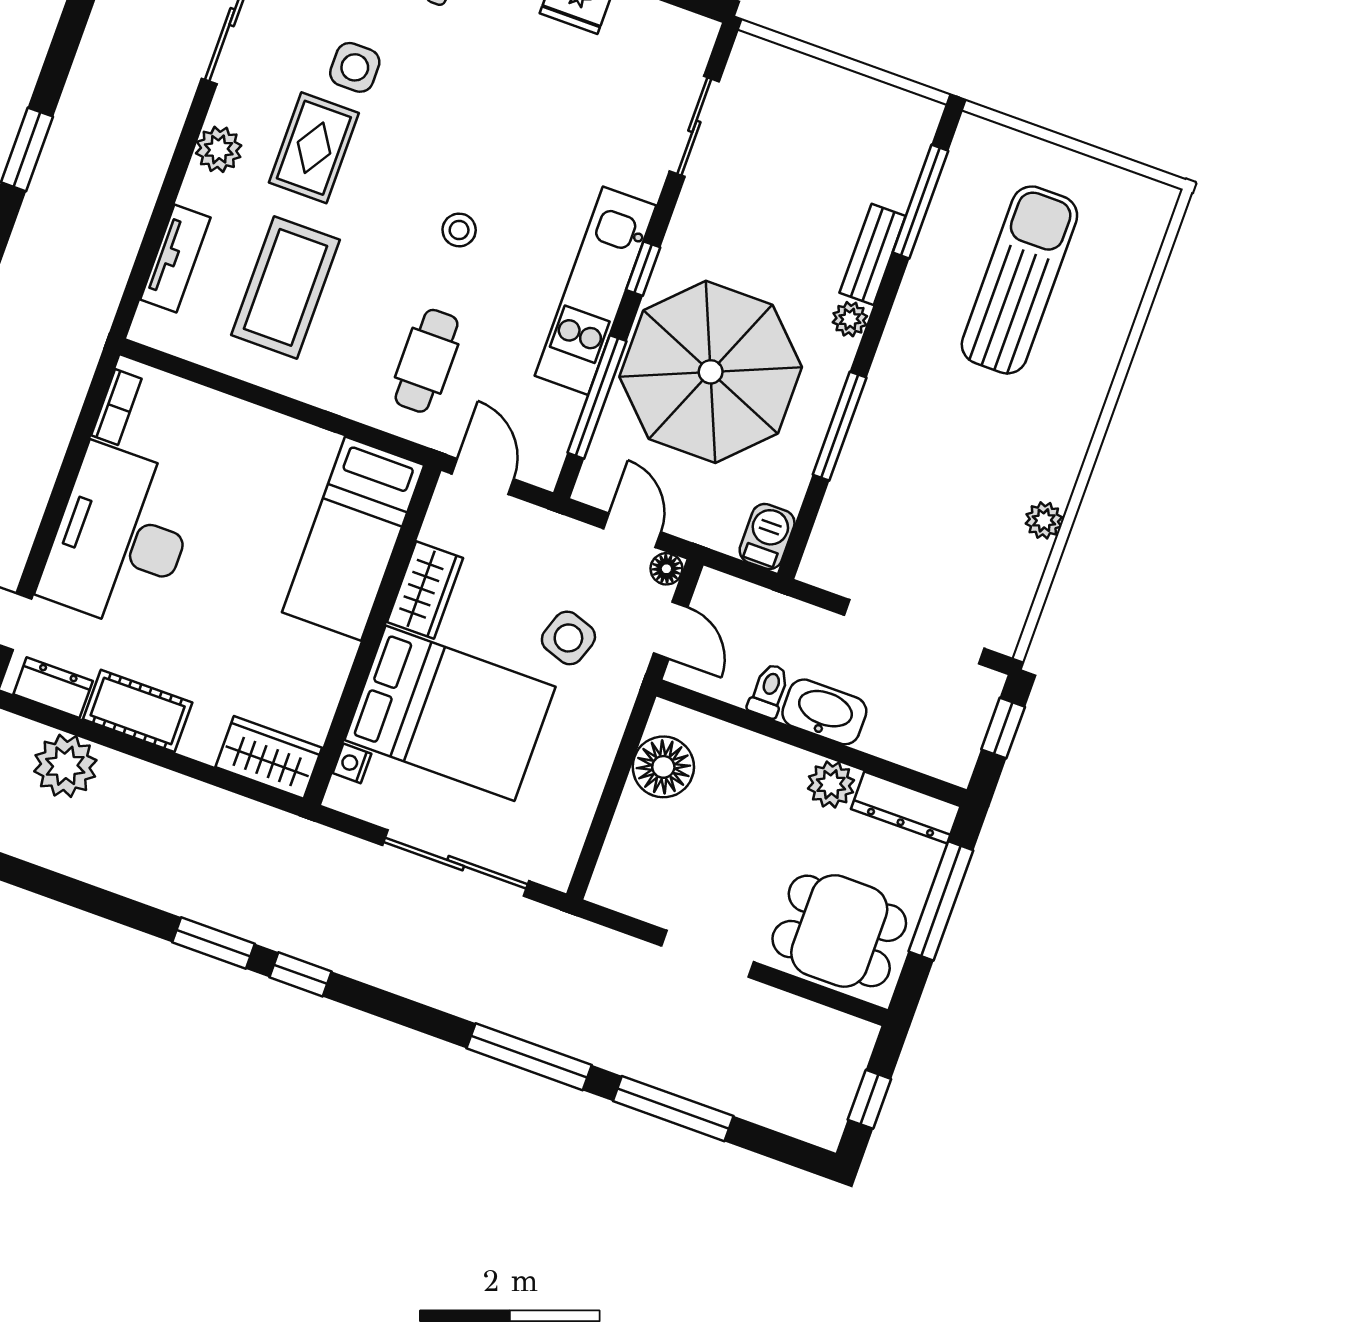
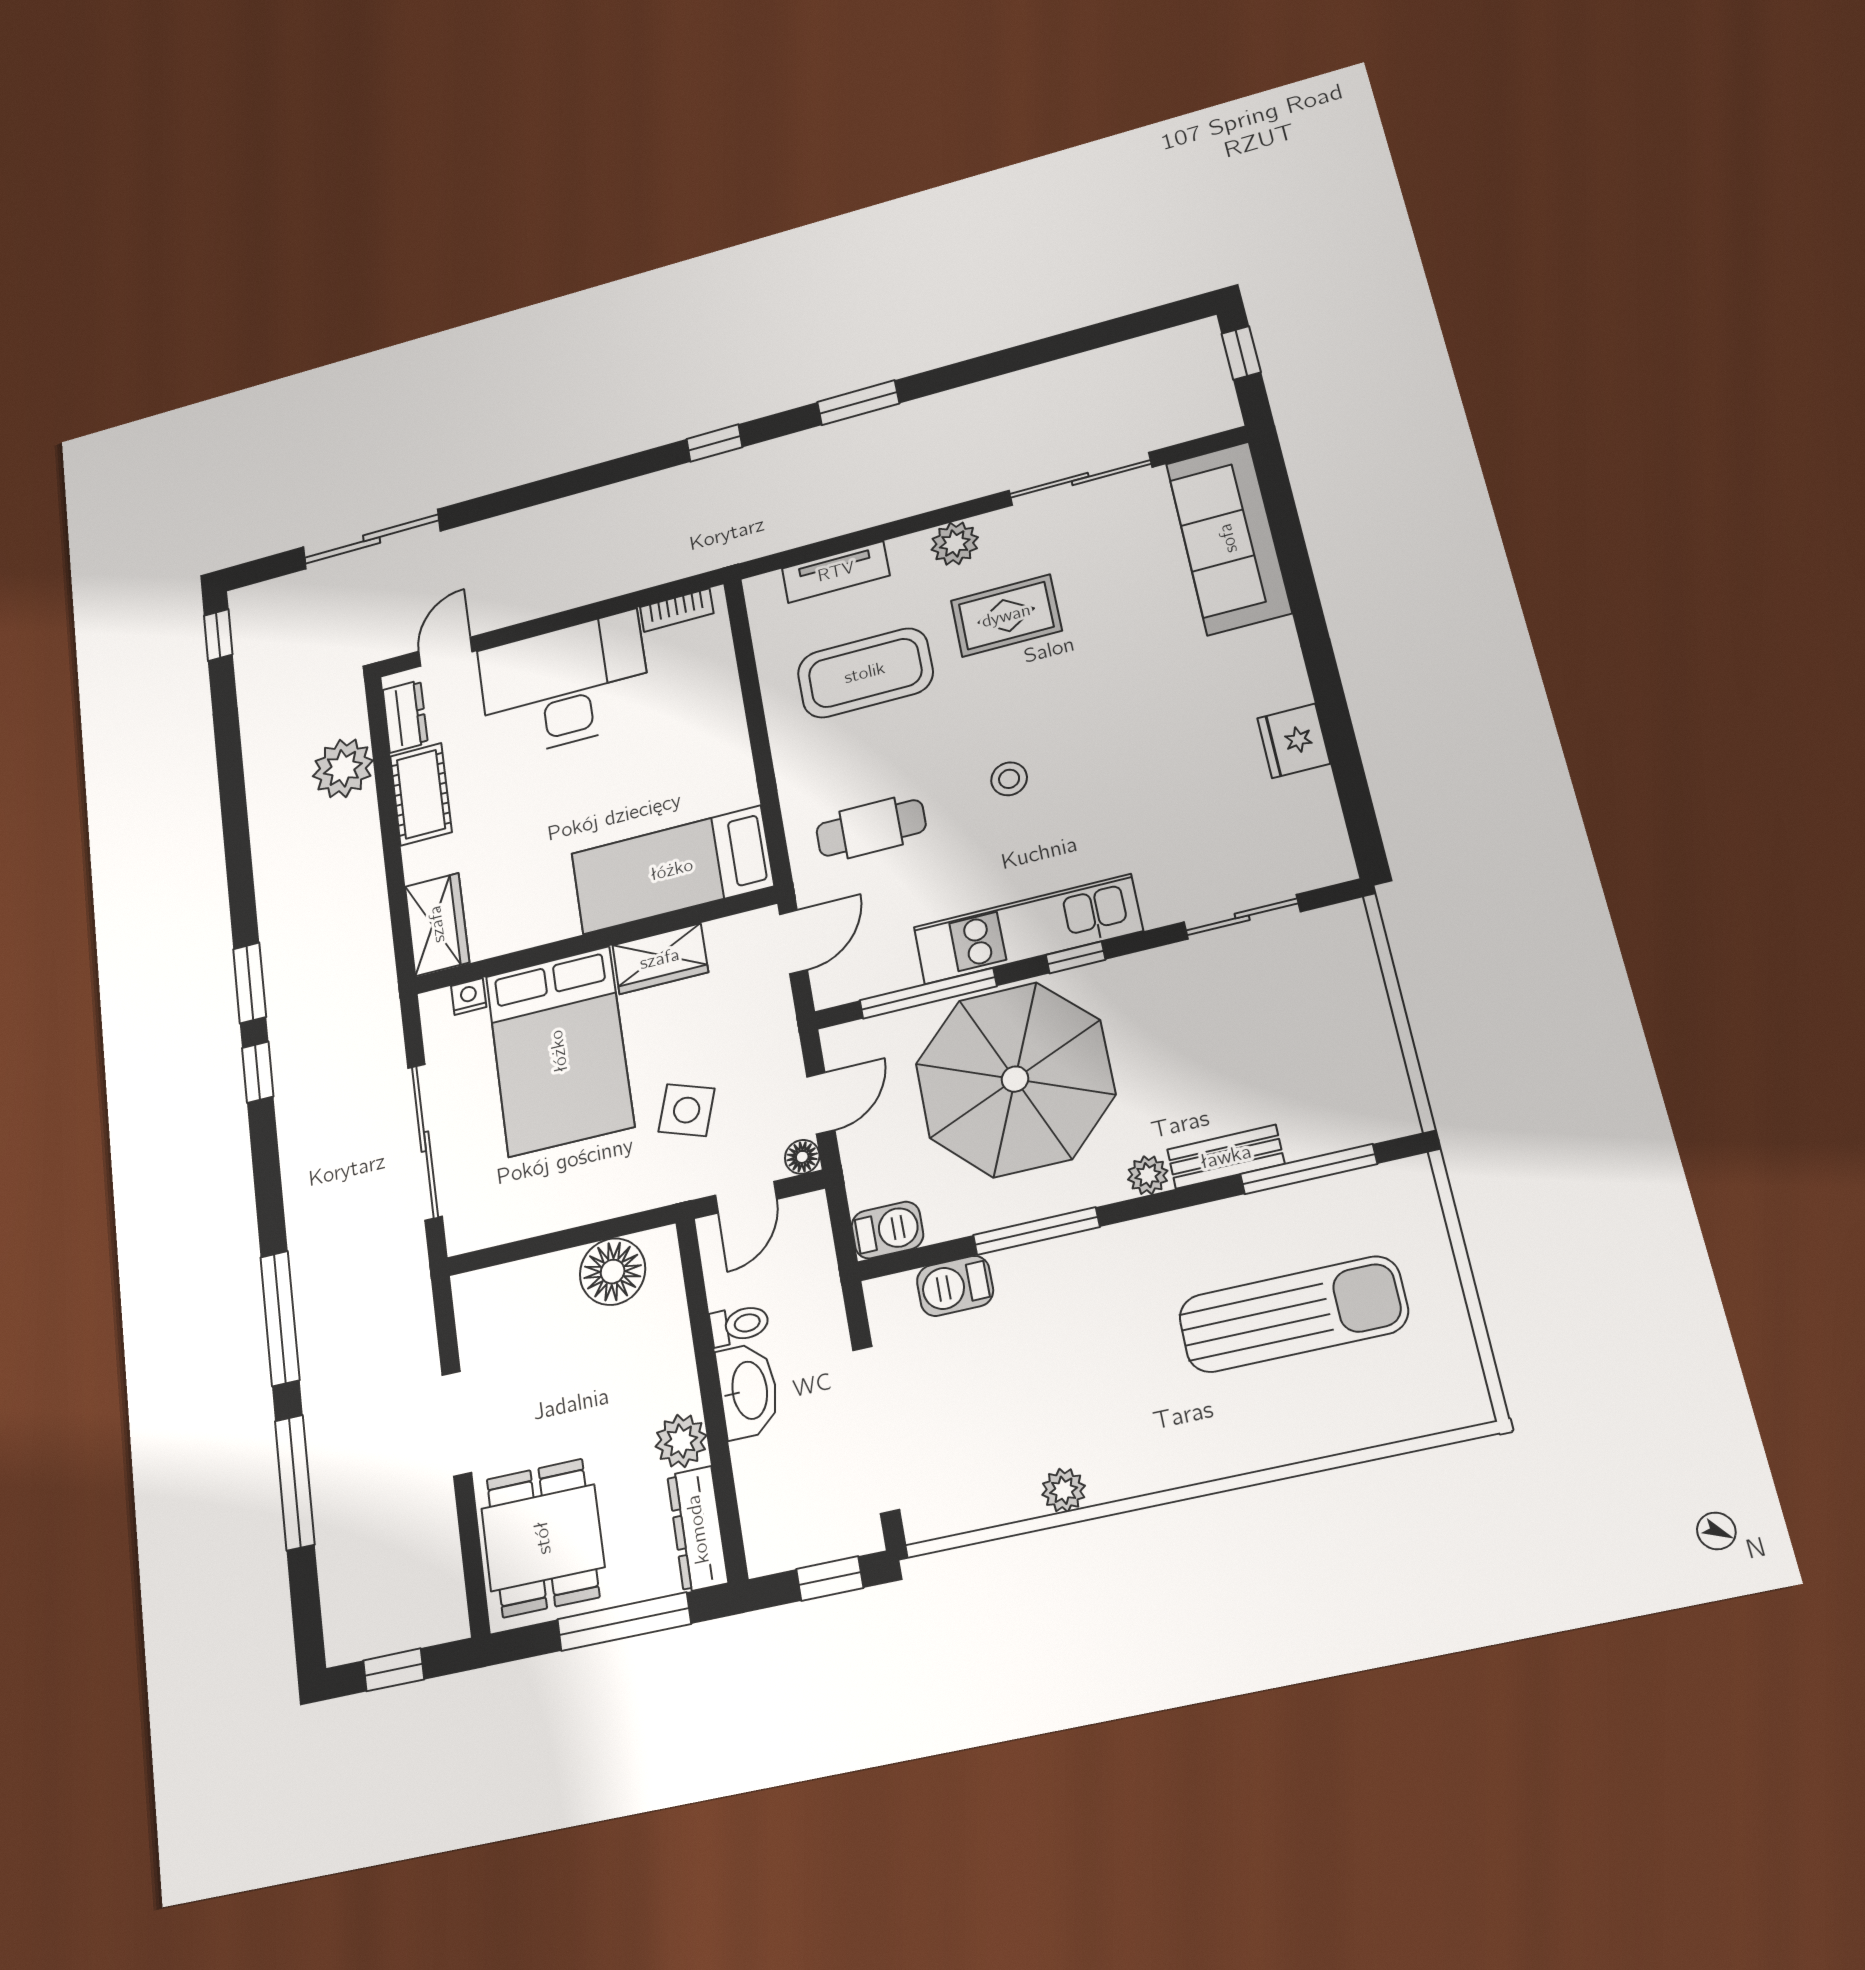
side table: (355, 67) -> (1101, 601), removed
barbecue: (843, 511) -> (955, 1286), added

